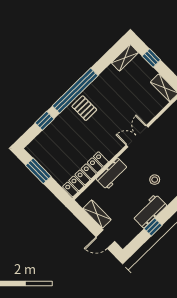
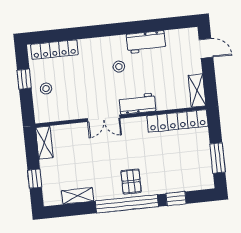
shelving: (125, 58) -> (78, 196), moved
workbench: (112, 174) -> (137, 104), moved
shelving: (97, 214) -> (197, 90), moved
window: (153, 227) -> (154, 25), removed

